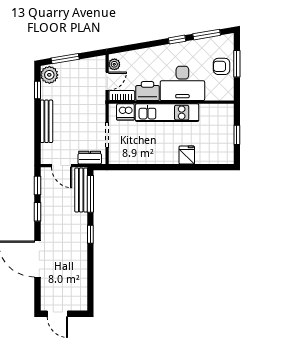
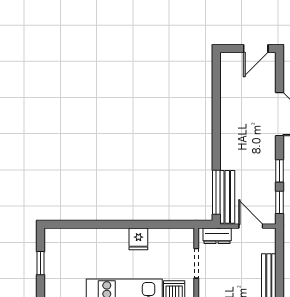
fridge: (187, 155) -> (138, 239), moved
window: (90, 234) -> (216, 144), removed
door: (57, 314) -> (256, 49), swing flipped

